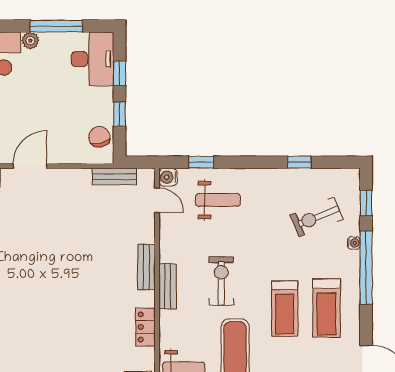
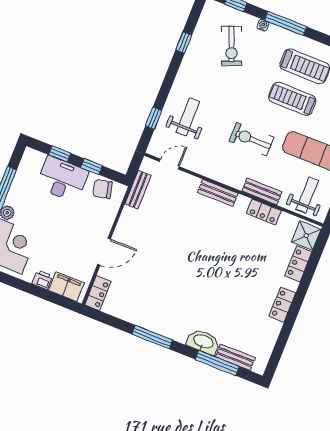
desk: (92, 59) -> (62, 179), moved
door: (30, 166) -> (104, 252), swing flipped
water cooler: (168, 177) -> (155, 148), removed
window: (366, 268) -> (286, 23), width x0.68
bench: (168, 286) -> (262, 191), moved
treadmill: (285, 309) -> (292, 99), turned 180

